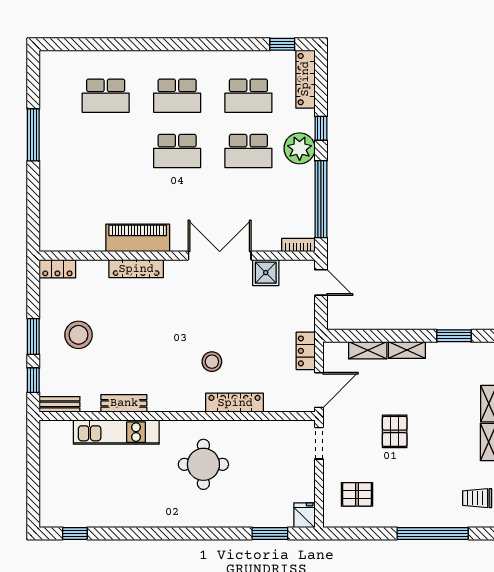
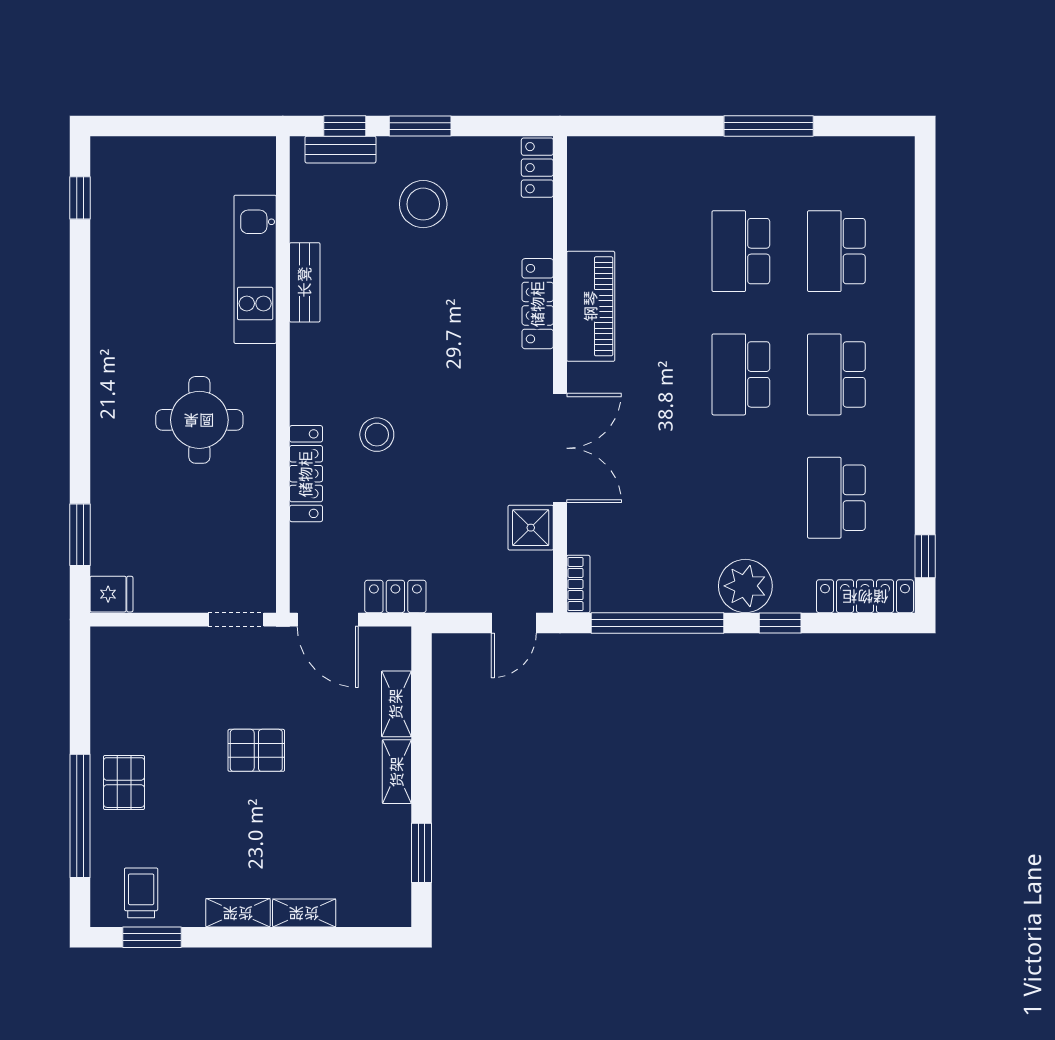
school desk: (248, 151) -> (741, 251), moved
bench: (60, 404) -> (340, 150), moved, turned 90
pallet: (357, 494) -> (124, 783), moved

